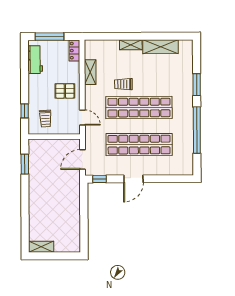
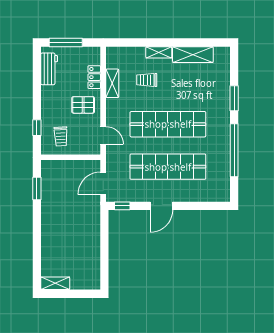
locker: (74, 51) -> (94, 77), moved
trolley: (123, 84) -> (147, 80), moved

